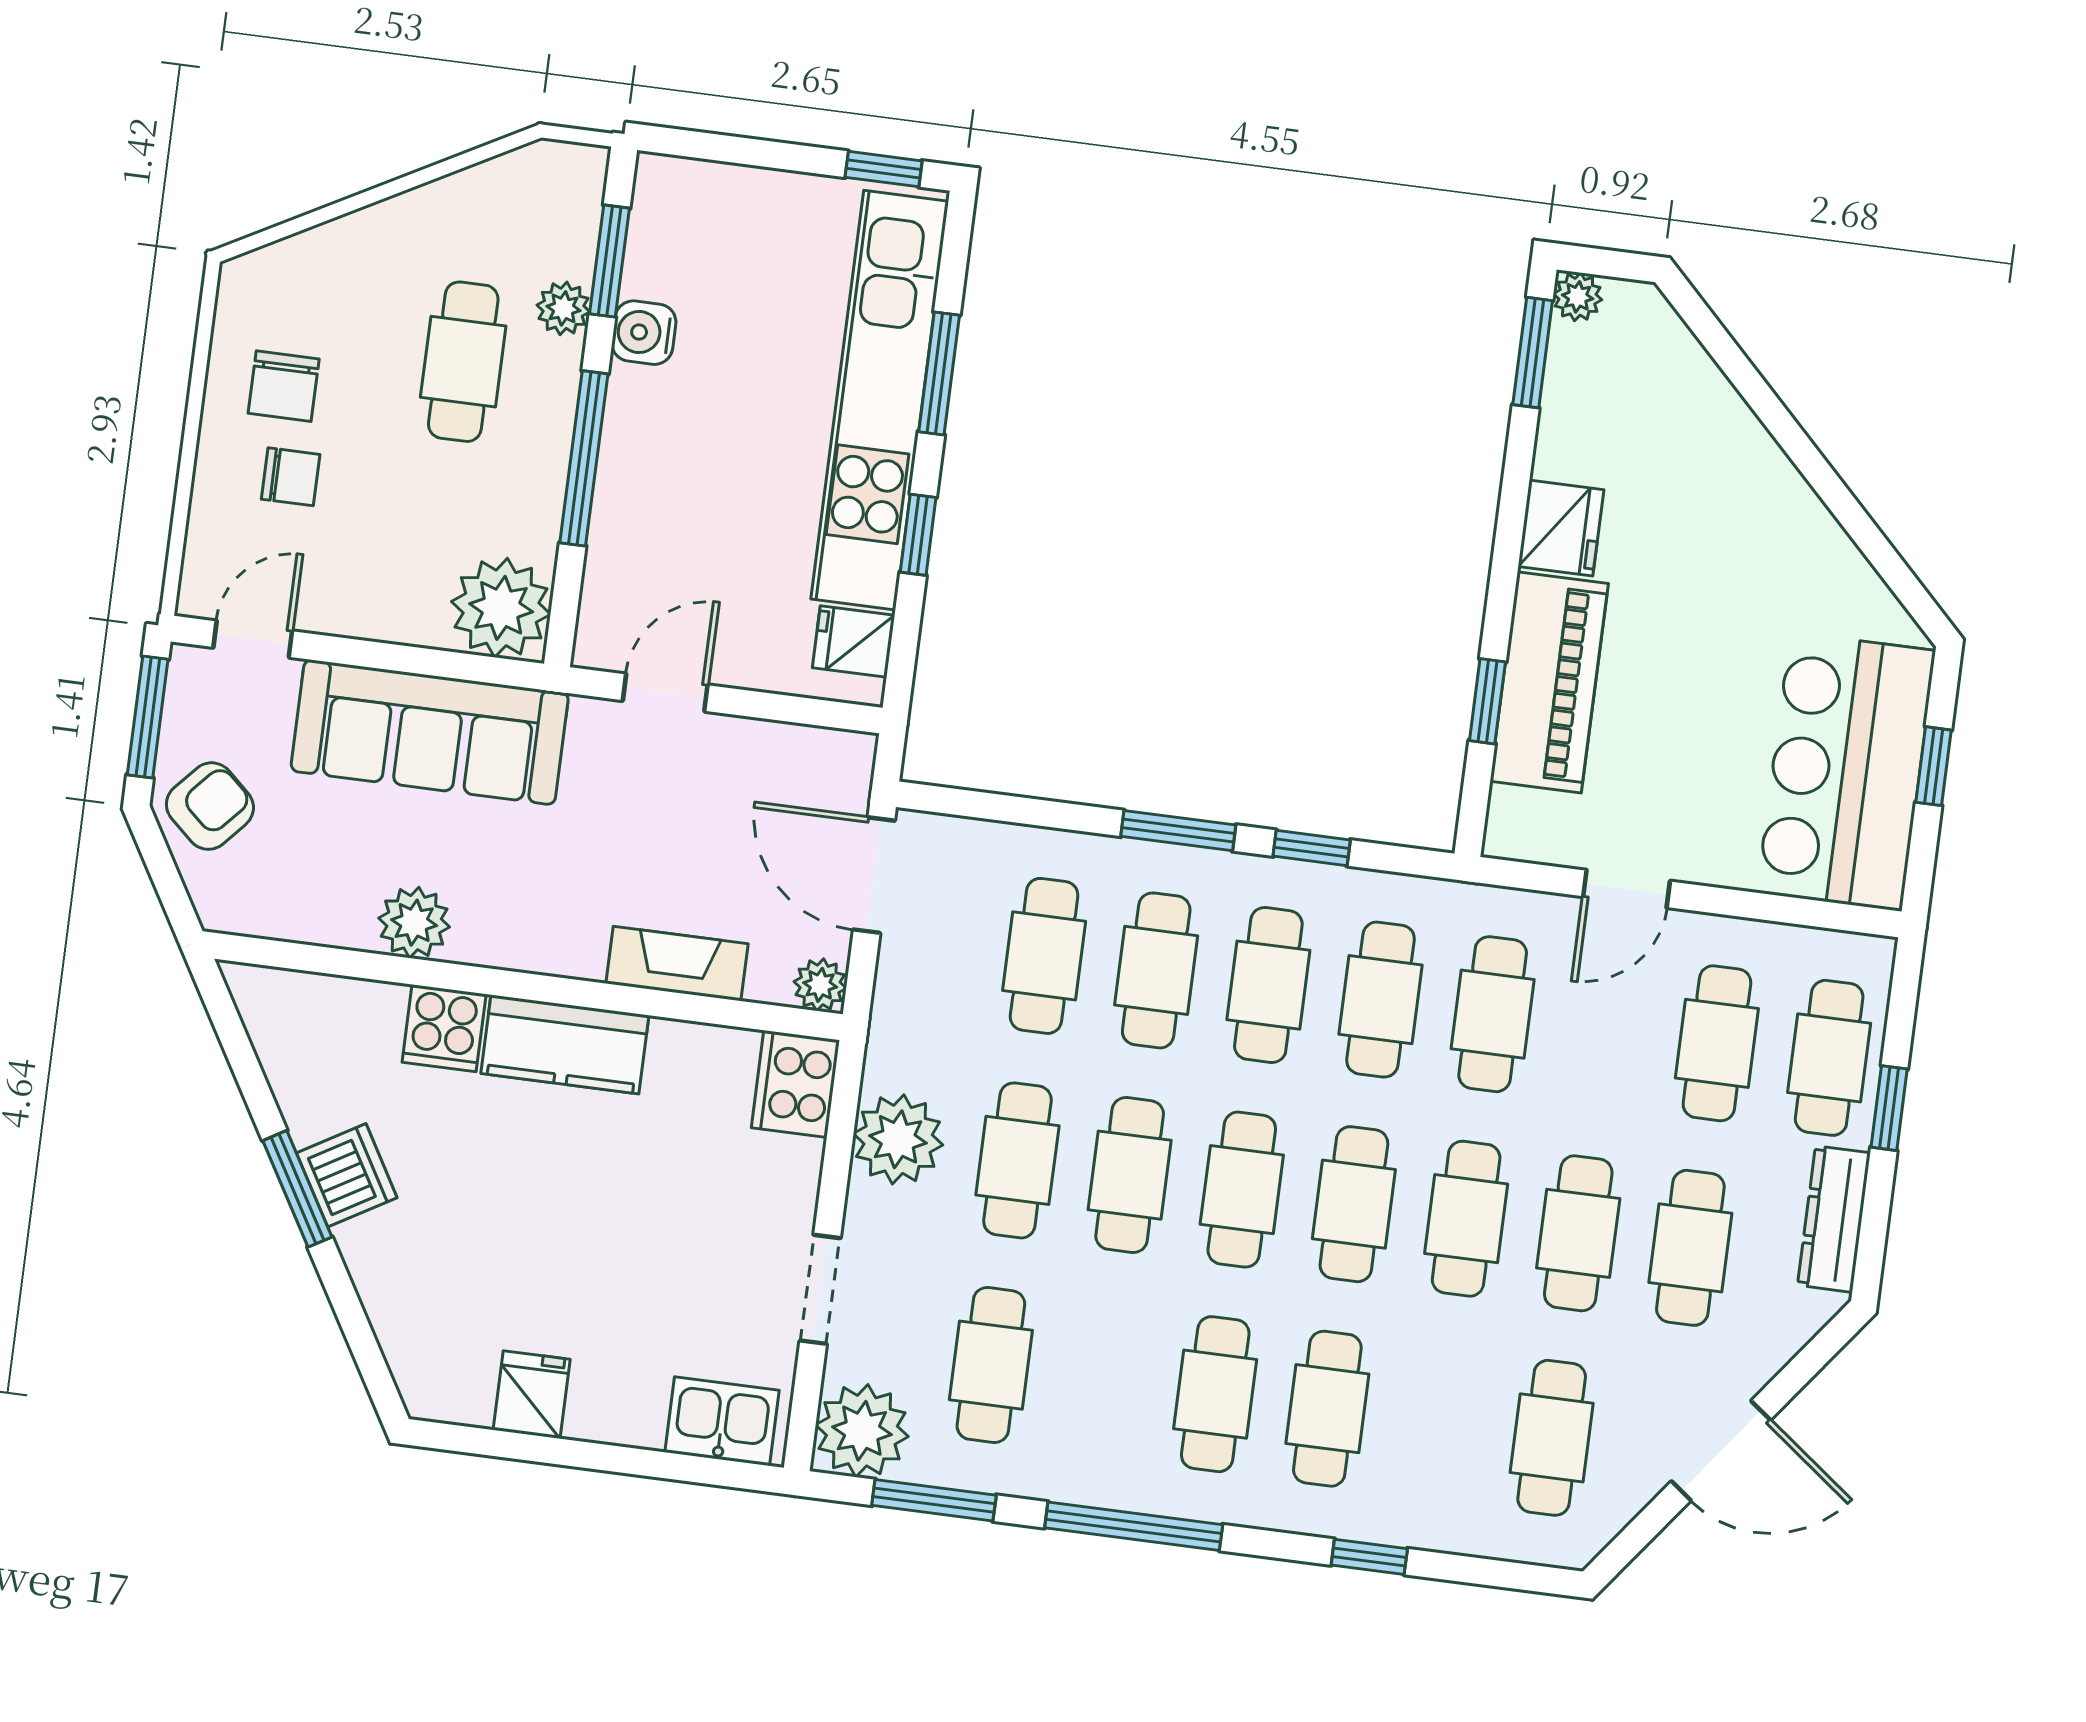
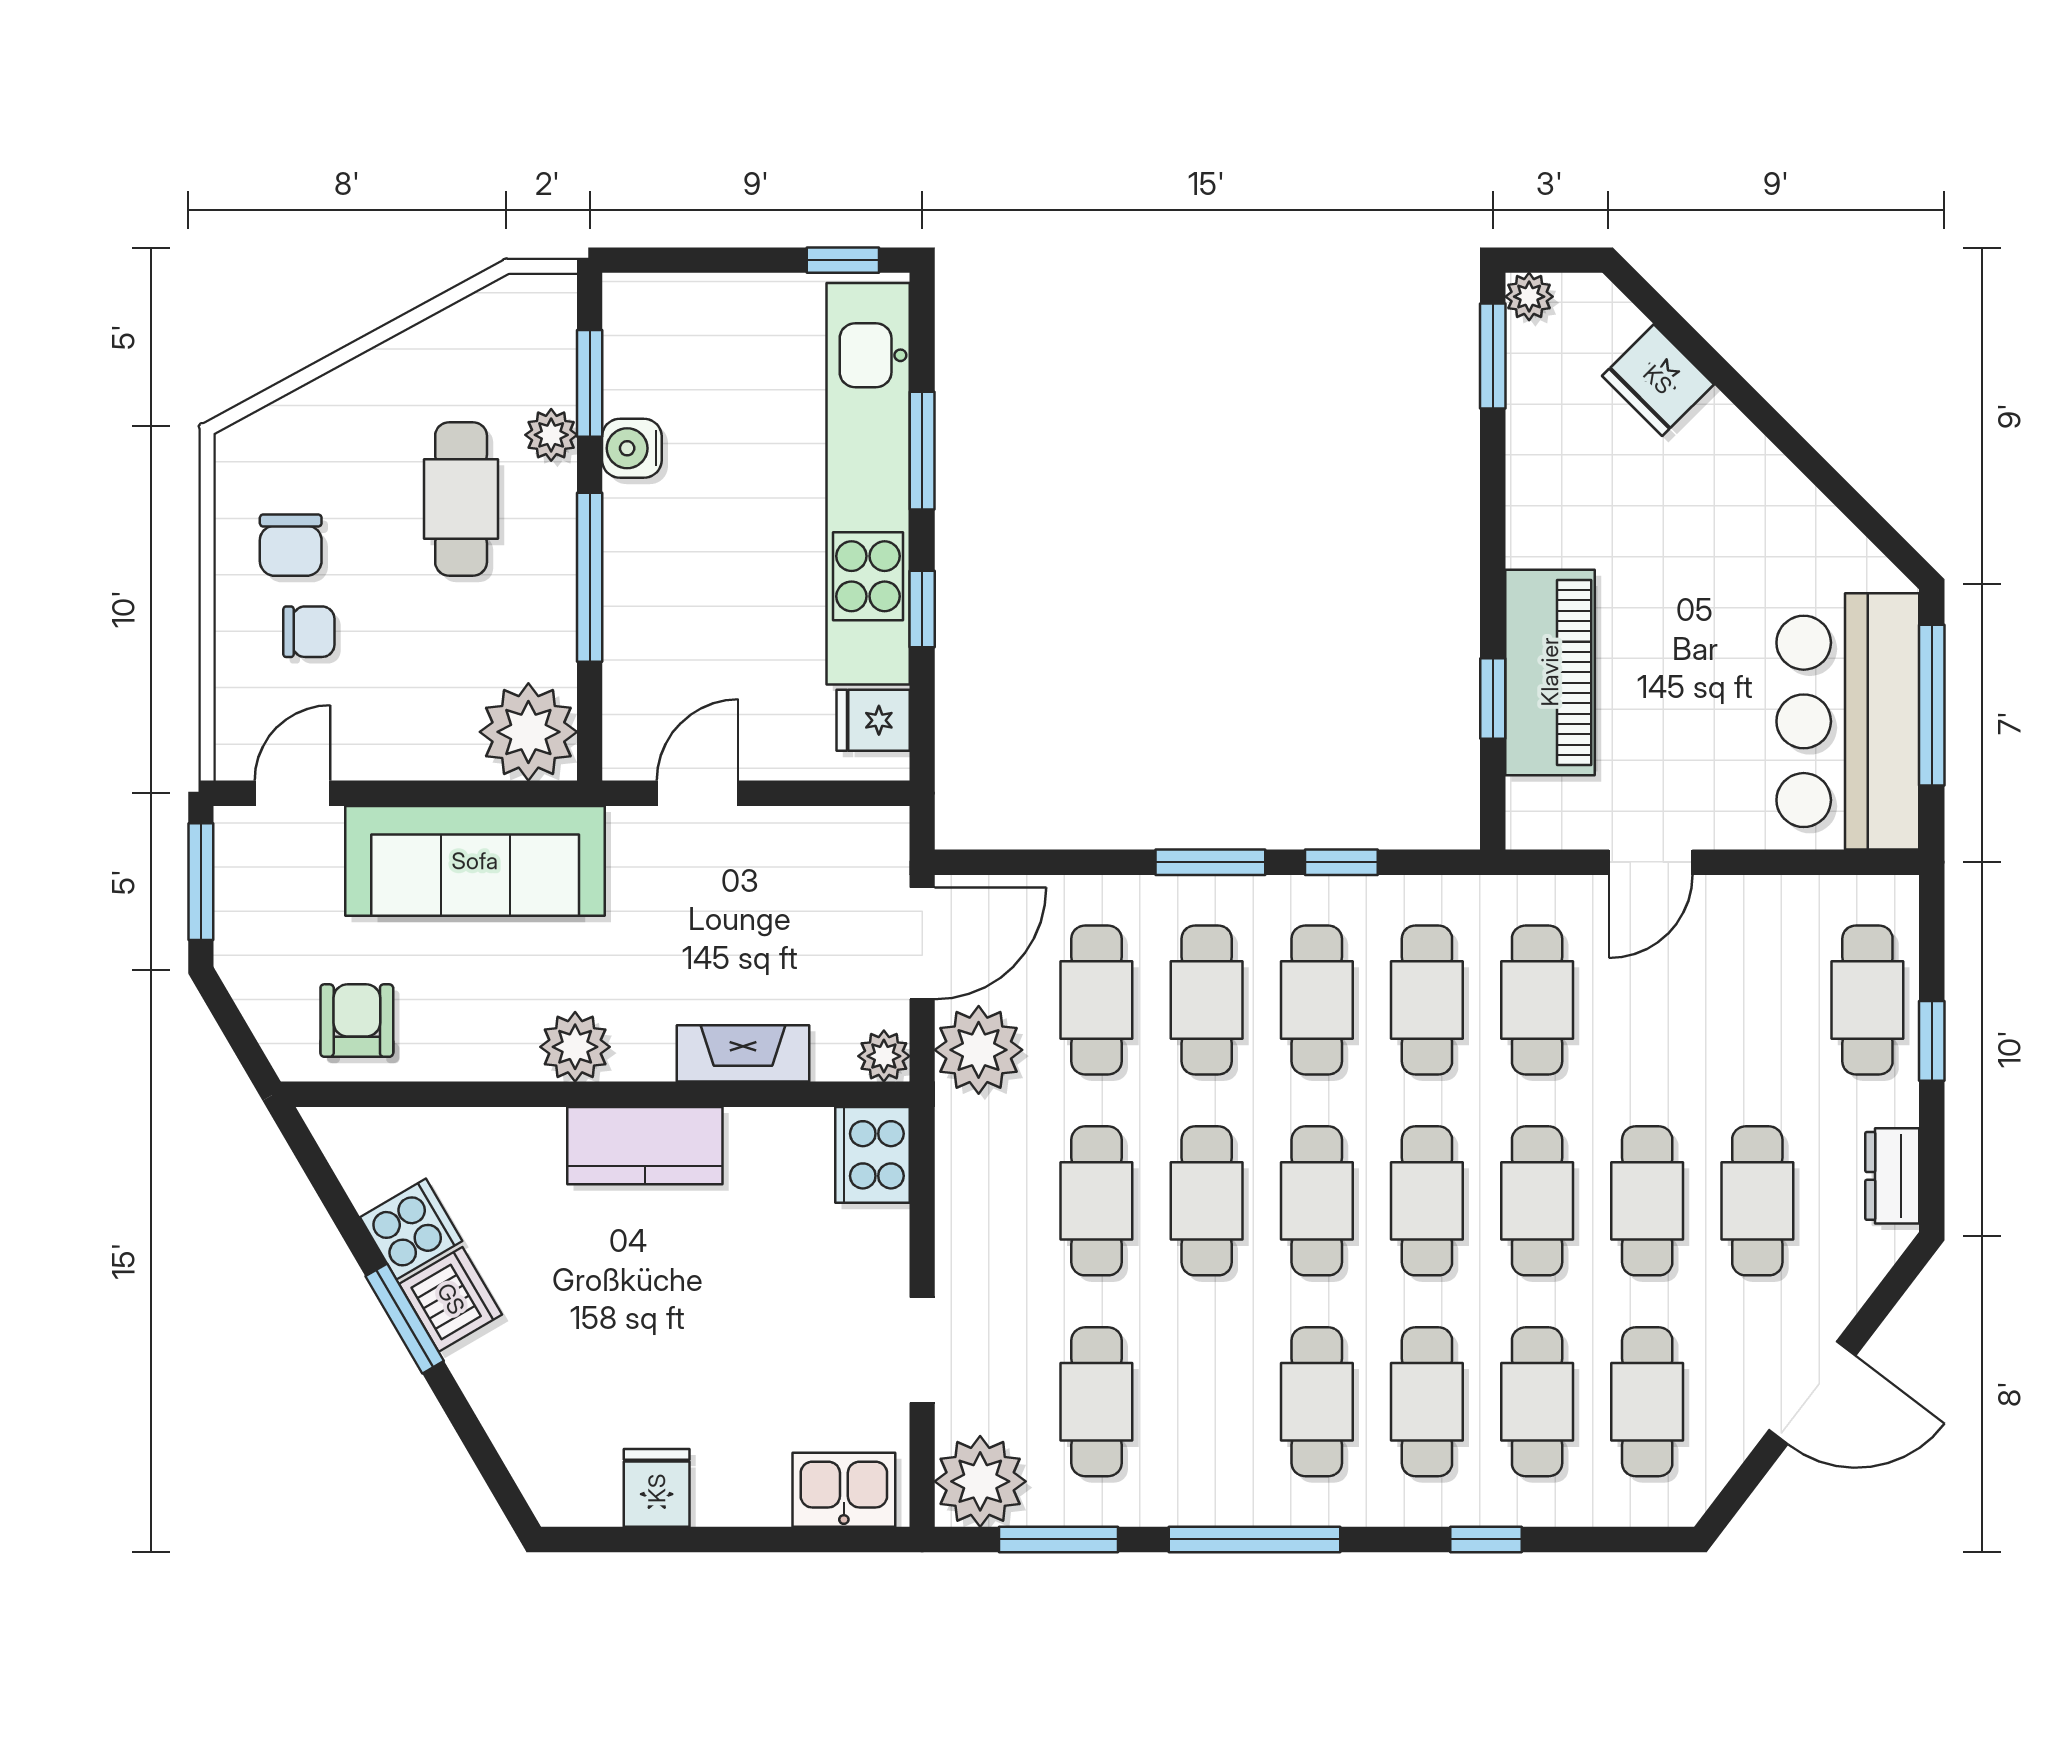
fridge: (1561, 528) -> (1658, 380), moved, turned 135
window: (1934, 766) -> (1932, 705), width x2.17
armchair: (210, 806) -> (357, 1021), moved, turned -42
door: (874, 875) -> (922, 943), swing flipped
plant: (414, 923) -> (575, 1047), moved
cooker: (444, 1028) -> (411, 1229), moved, turned -120
cafe table: (1717, 1043) -> (1537, 1402), moved
plant: (898, 1139) -> (979, 1050), moved
dresser: (1834, 1219) -> (1892, 1176), width x0.70

